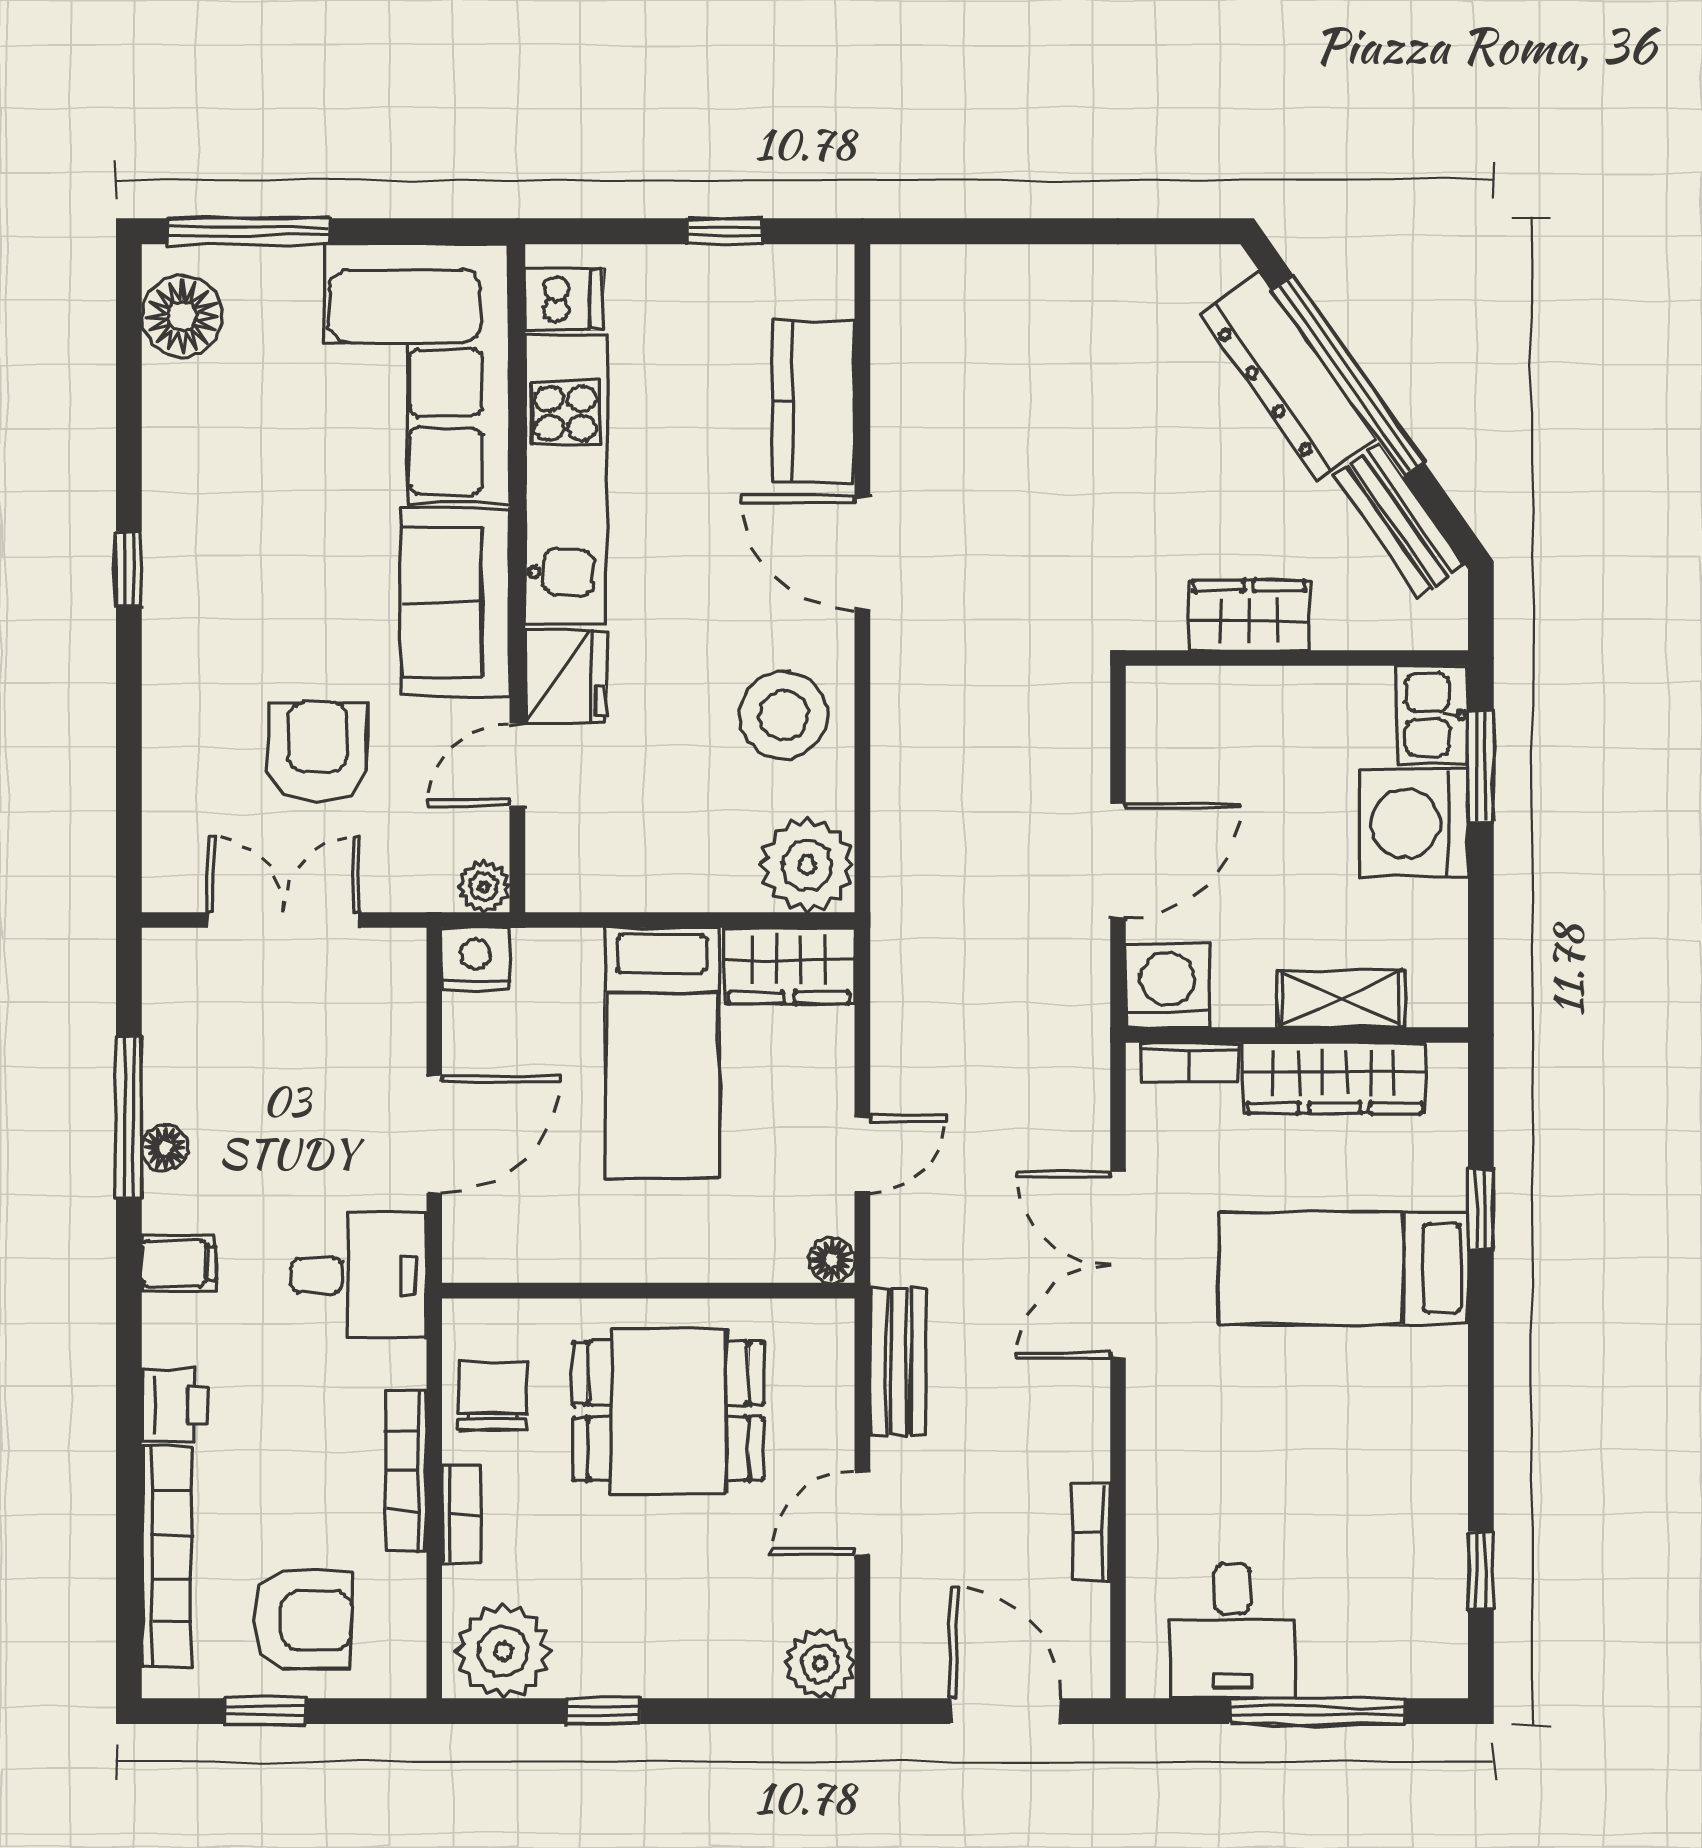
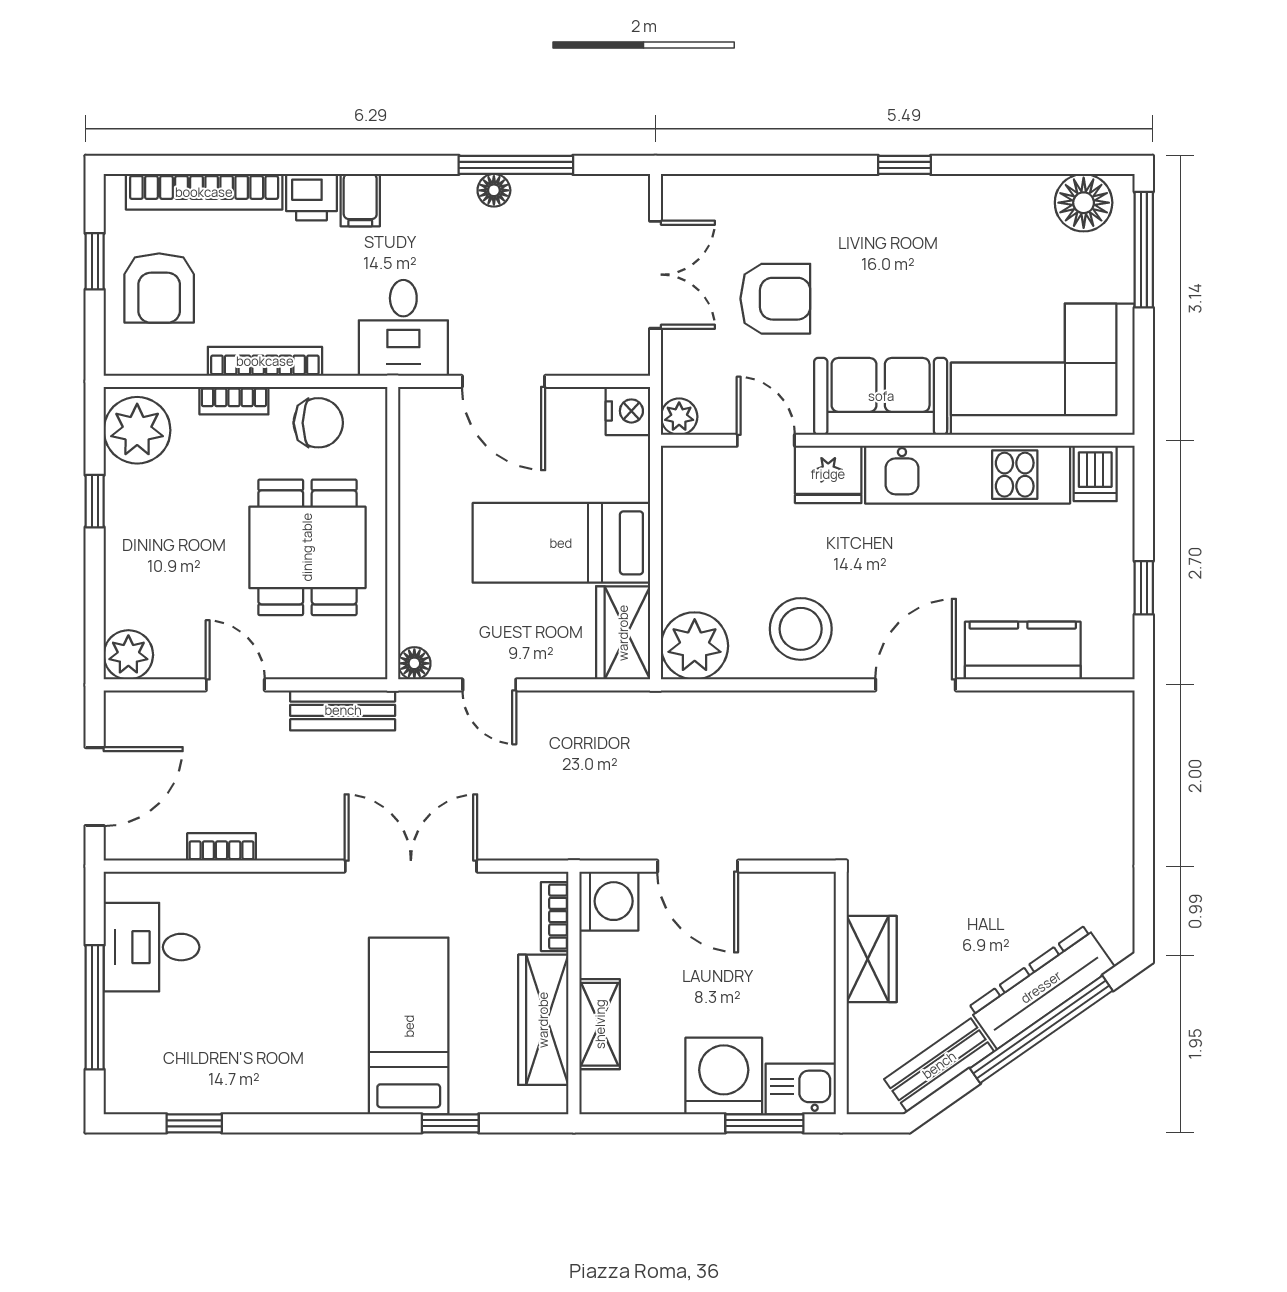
filing cabinet: (179, 1263) -> (360, 200), moved

